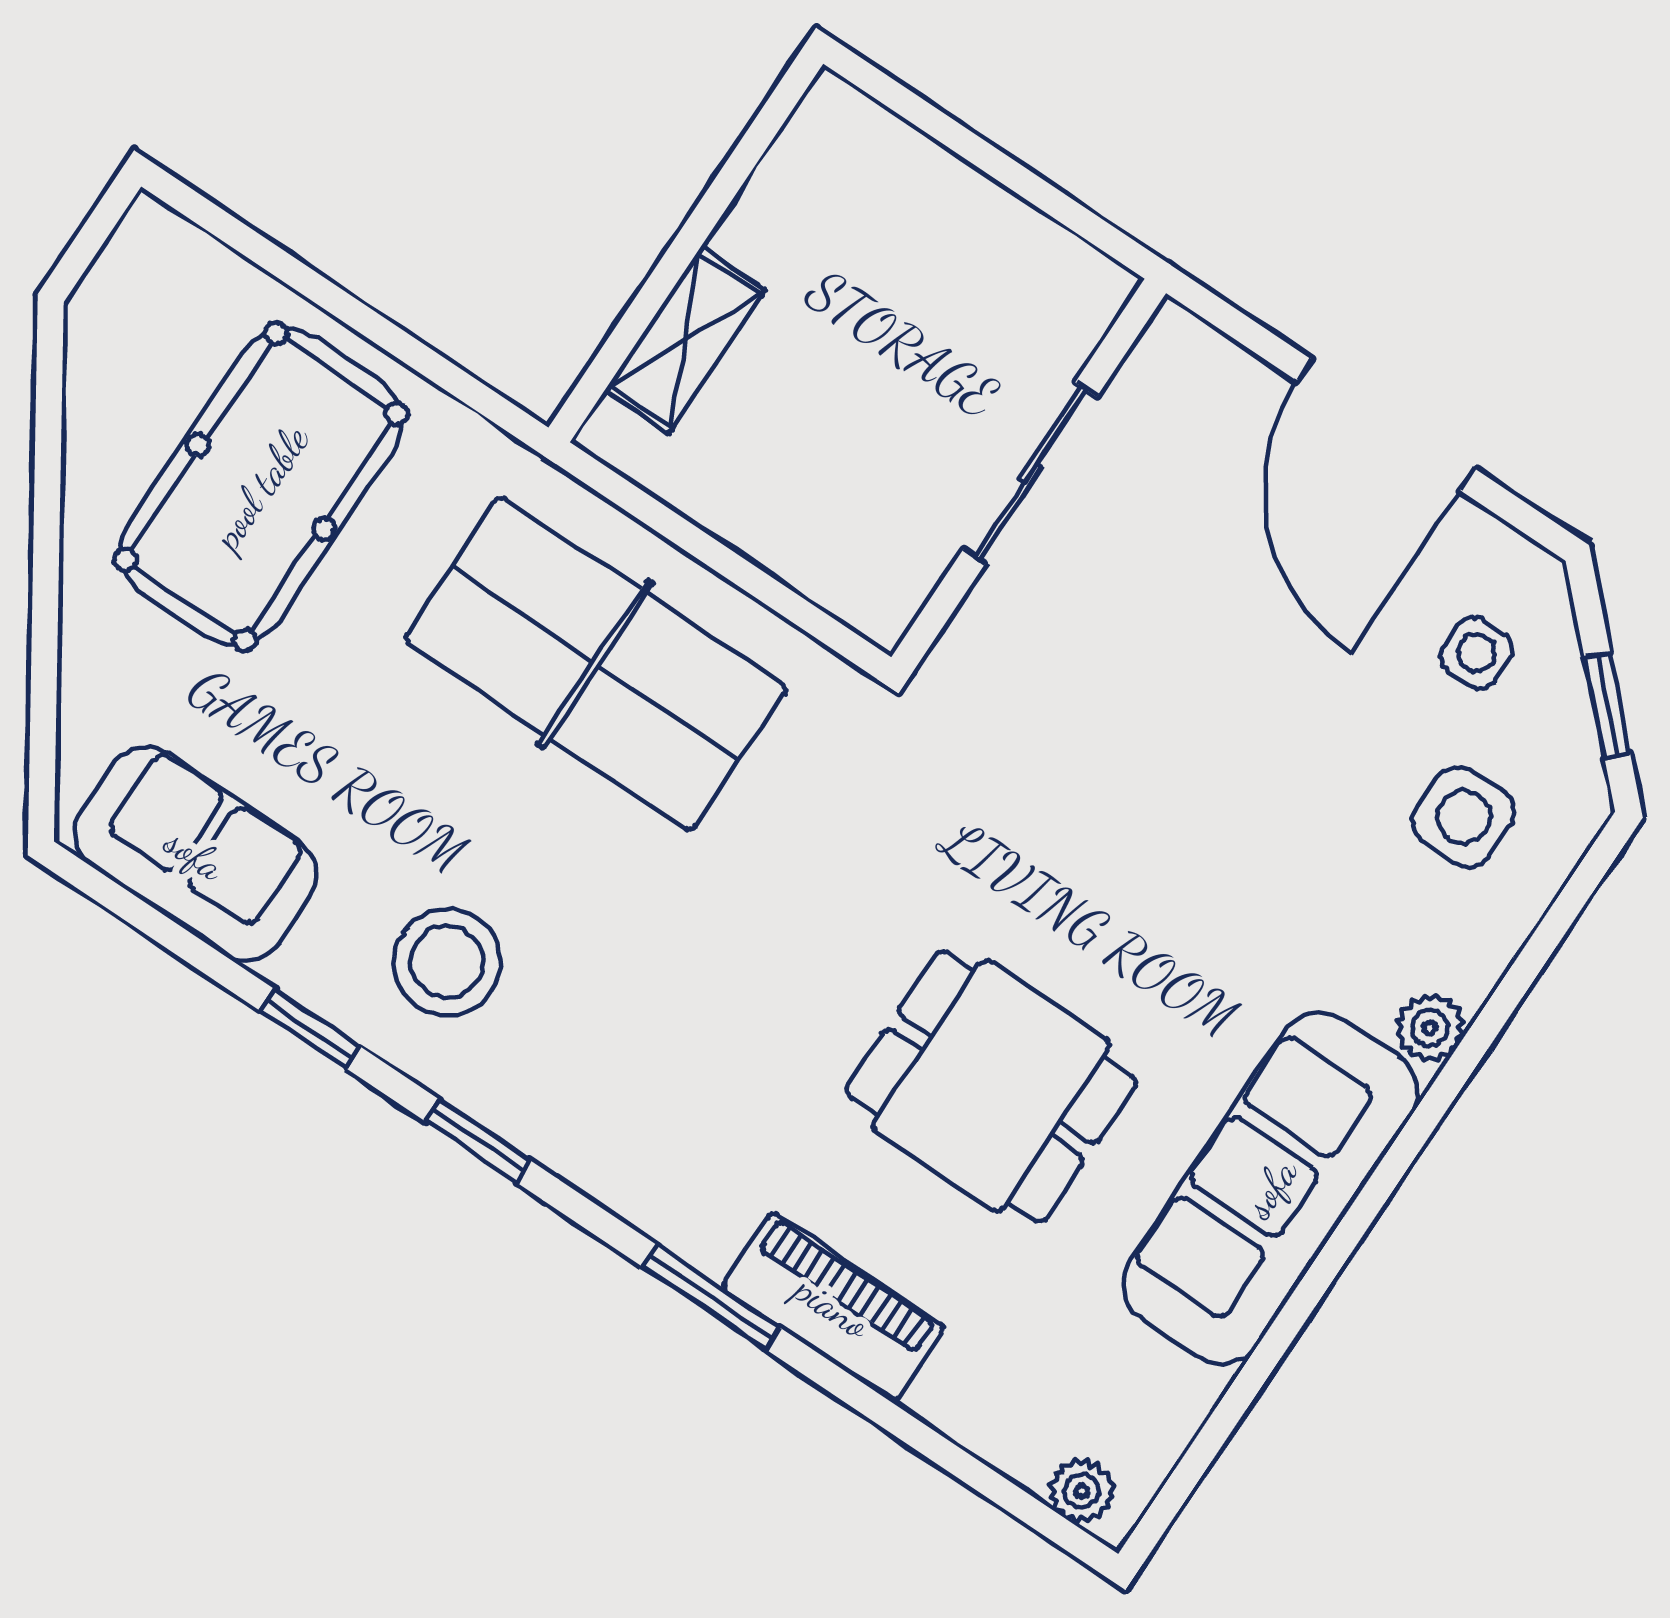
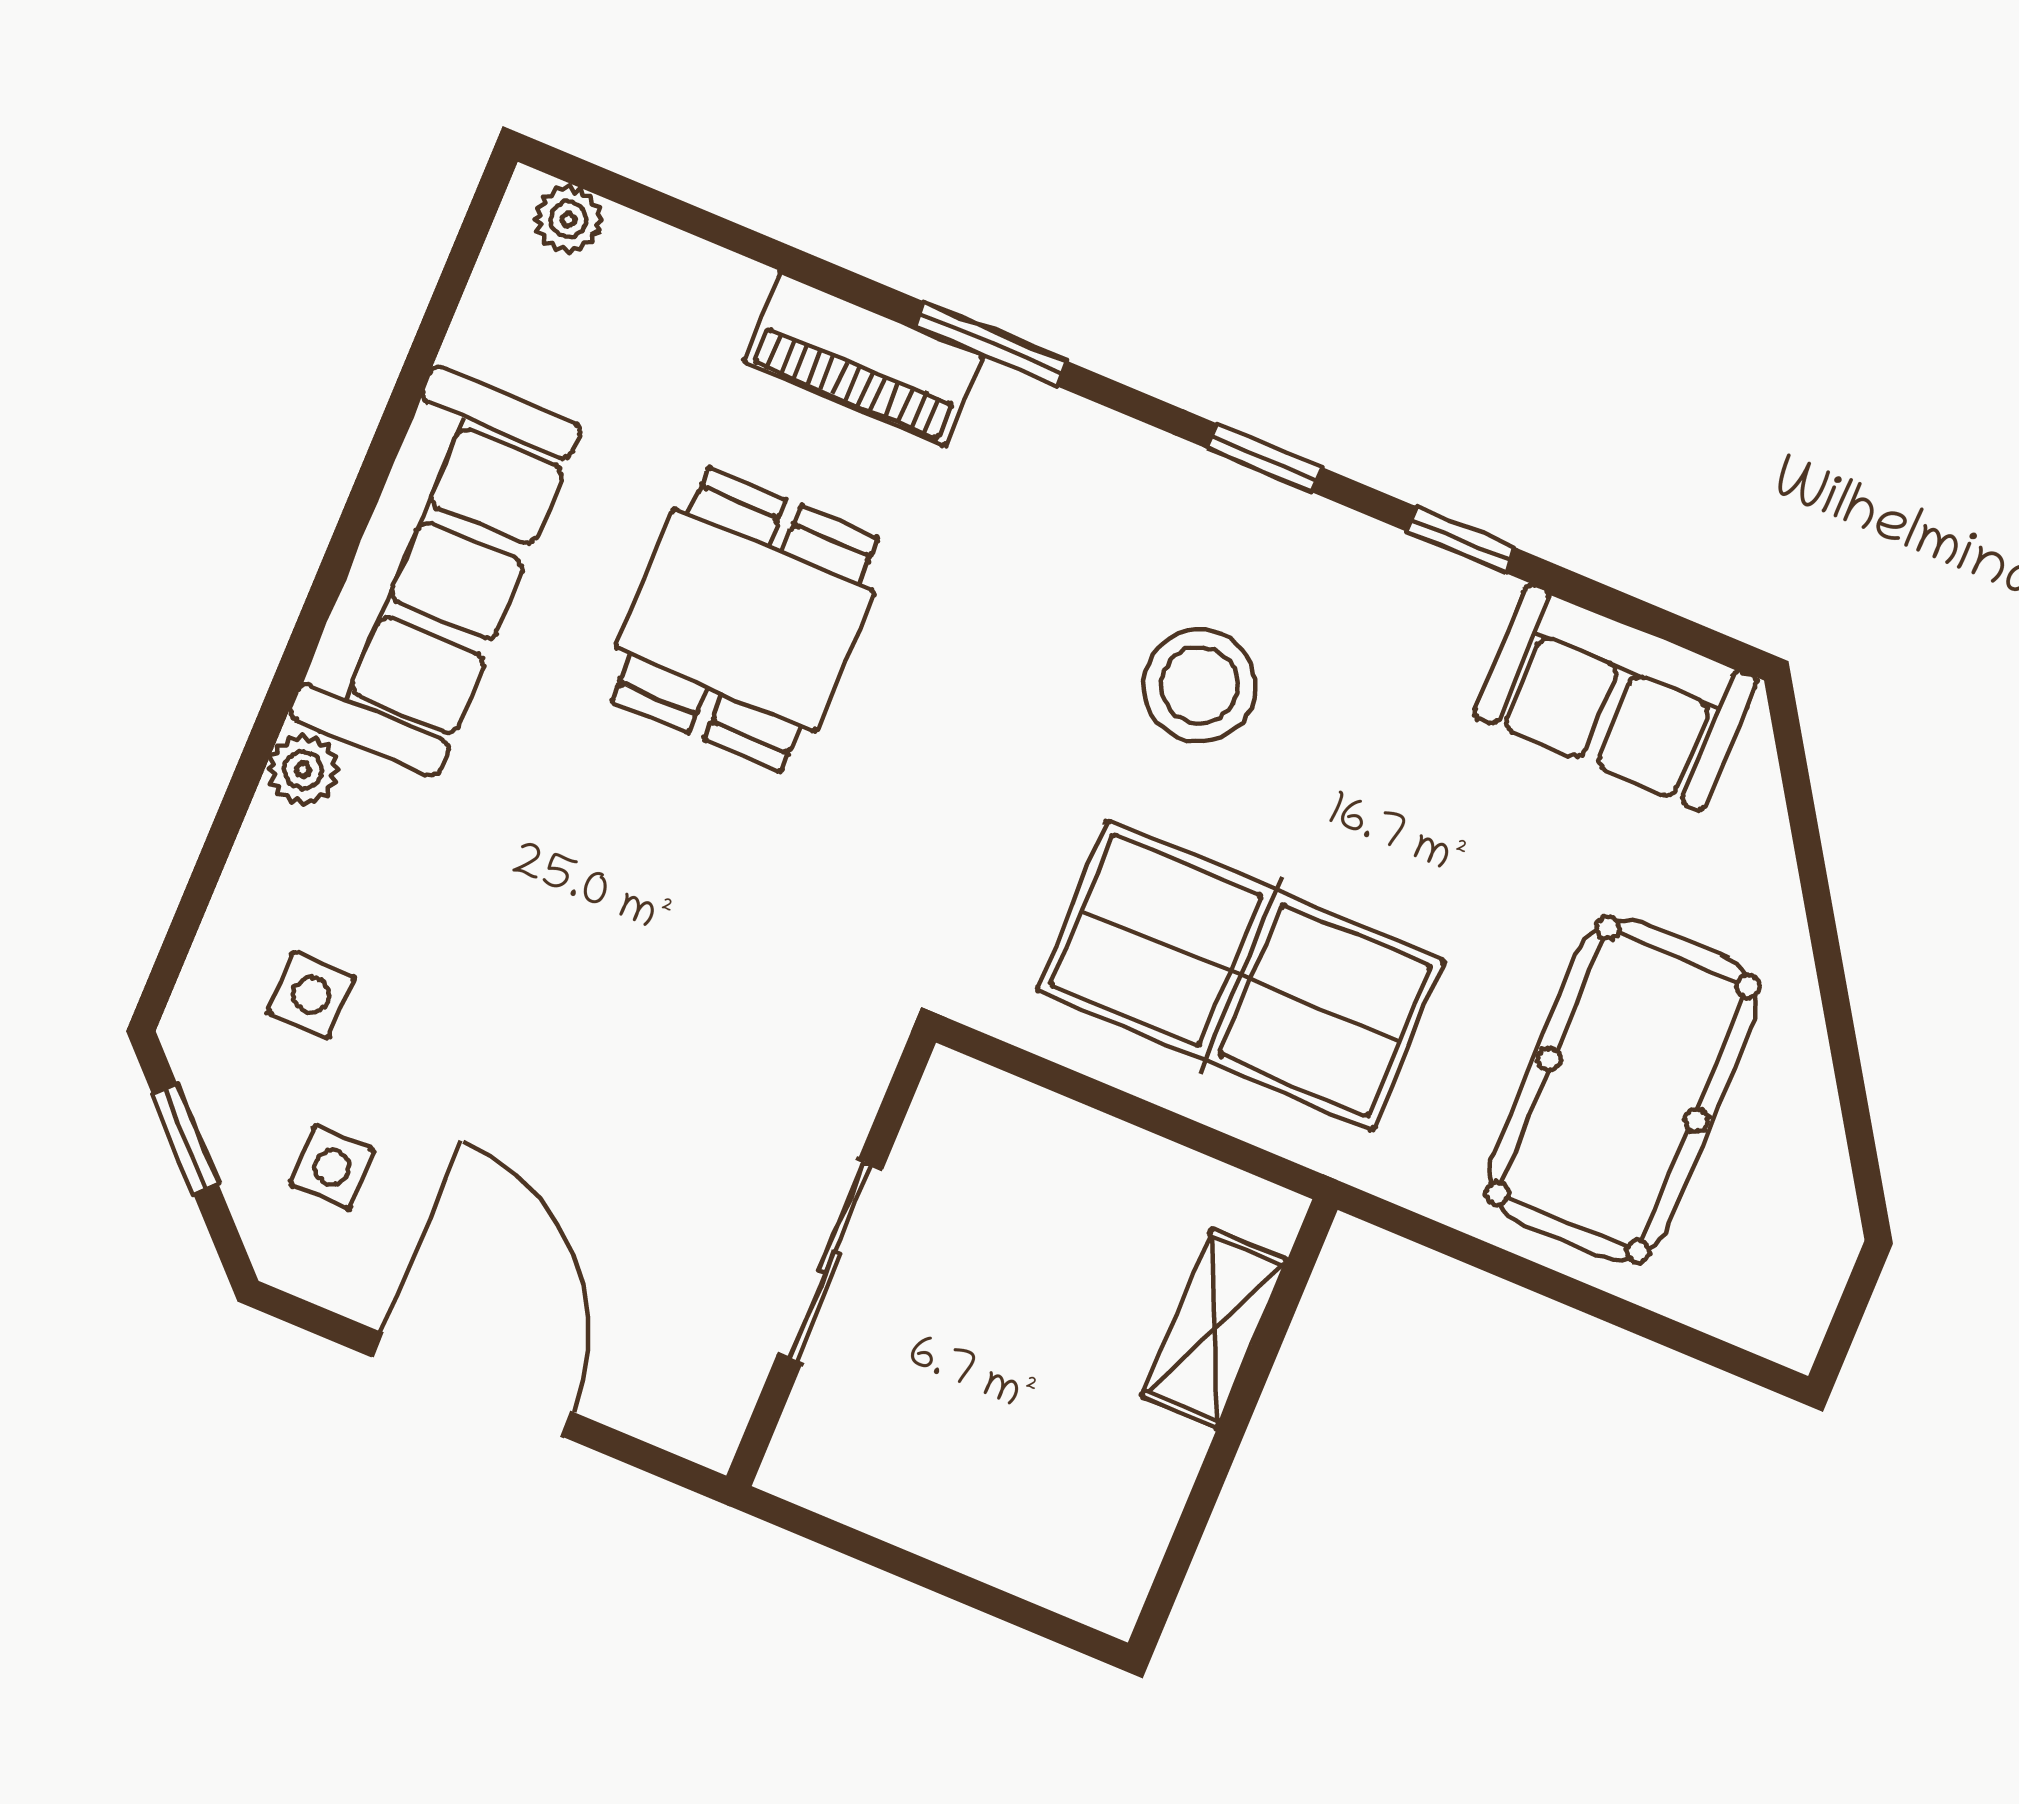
side table: (1464, 817) -> (311, 995), width x0.73, depth x0.73
stool: (447, 962) -> (1199, 685), moved
dining table: (991, 1086) -> (745, 620), turned 90

